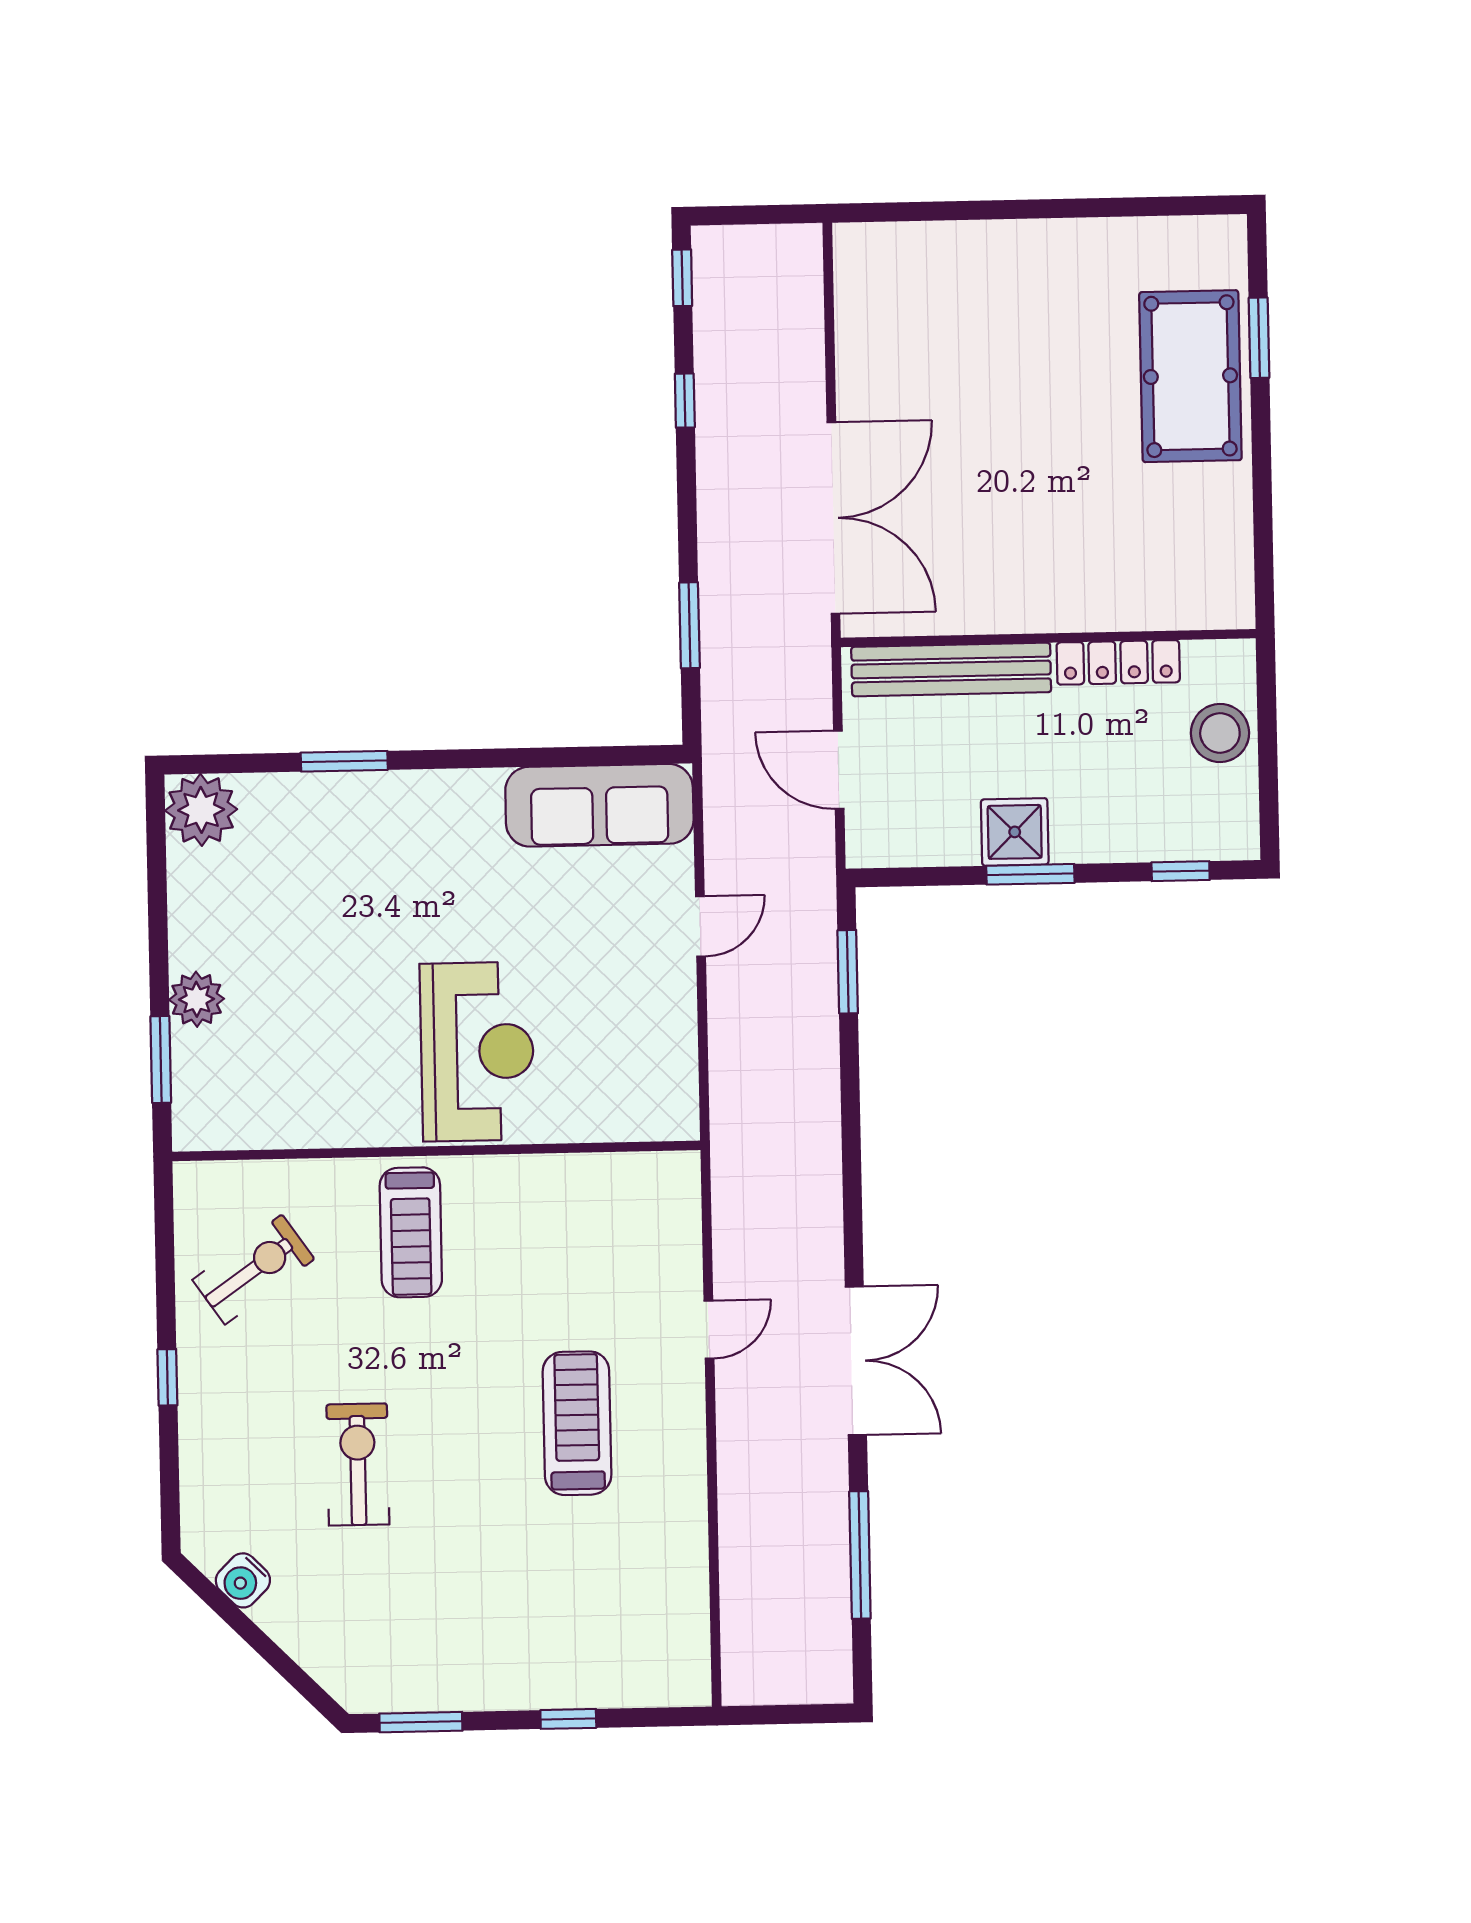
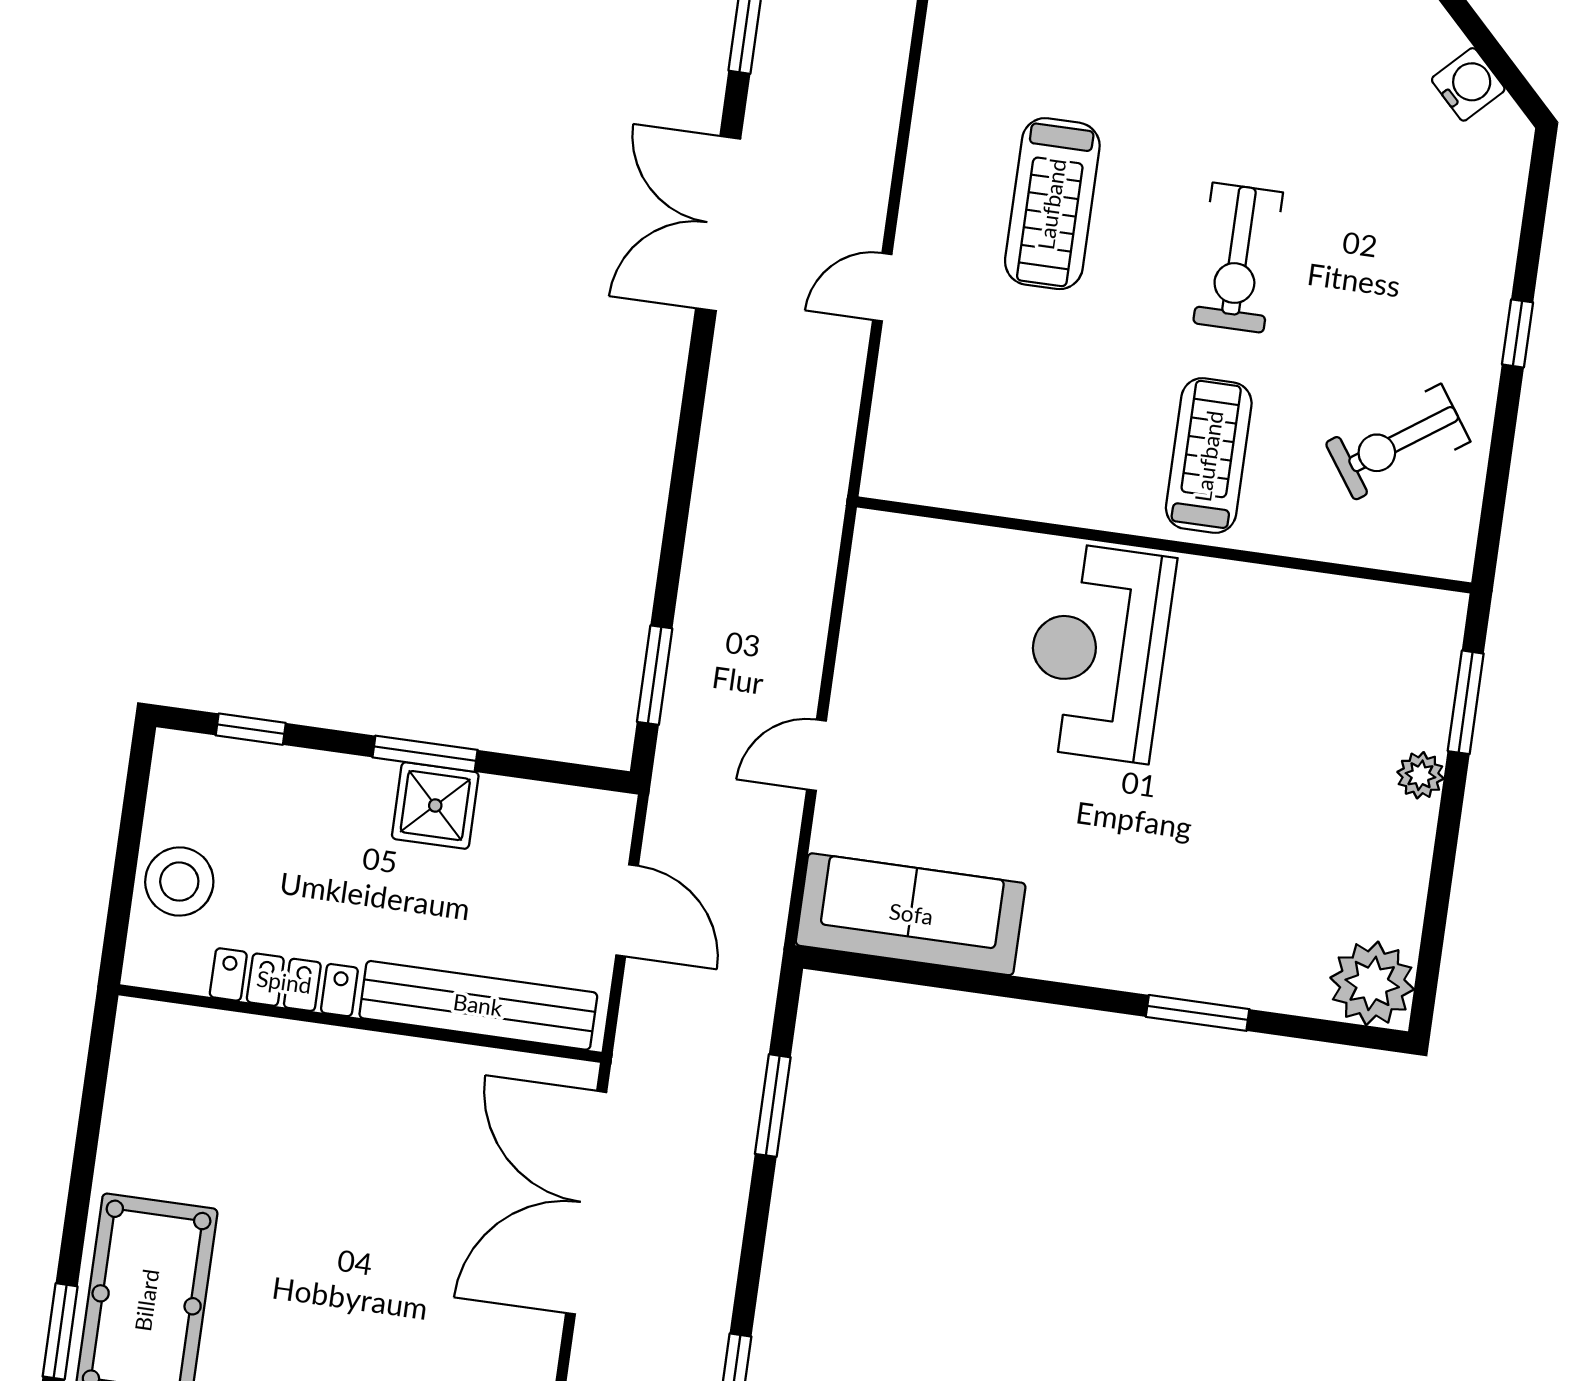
plant: (197, 999) -> (1420, 775), width x0.73, depth x0.73
exercise bike: (358, 1464) -> (1238, 258), moved

